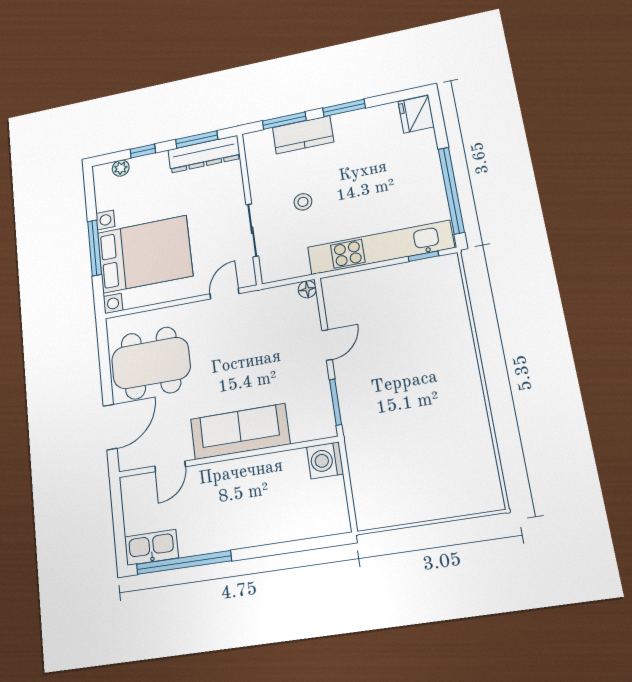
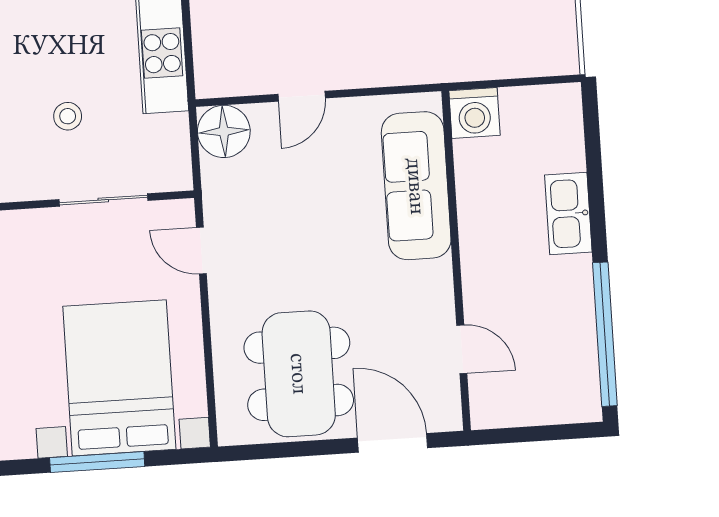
floor lamp: (307, 289) -> (224, 131), width x1.89, depth x1.89
door: (327, 345) -> (302, 96), swing flipped
window: (336, 402) -> (390, 91), removed
sofa: (240, 432) -> (416, 186), moved
kitchen sink: (151, 547) -> (568, 214), moved

